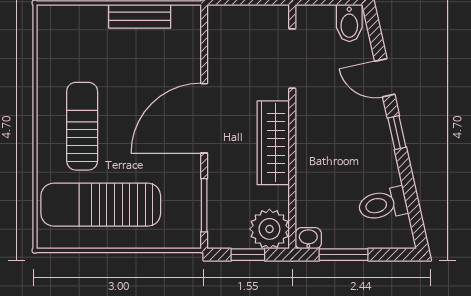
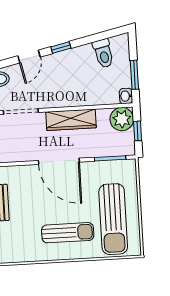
sun lounger: (82, 126) -> (68, 233), turned 180

